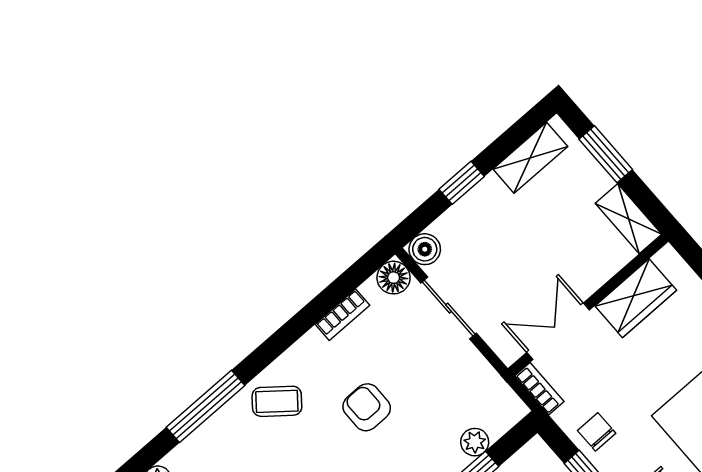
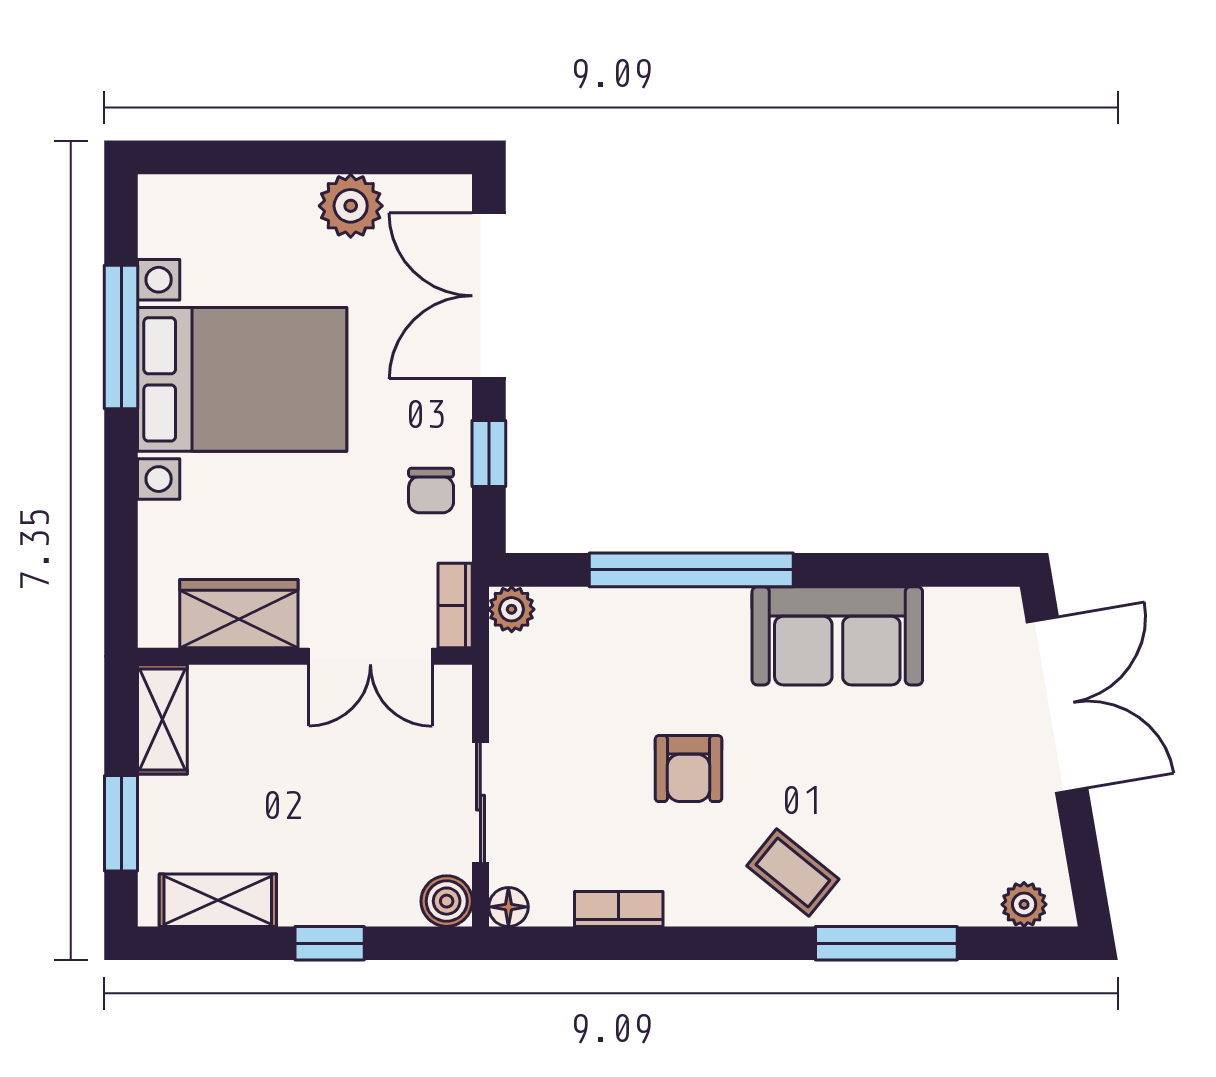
floor lamp: (394, 278) -> (508, 907), width x0.73, depth x0.73
plant: (475, 442) -> (512, 609), moved

